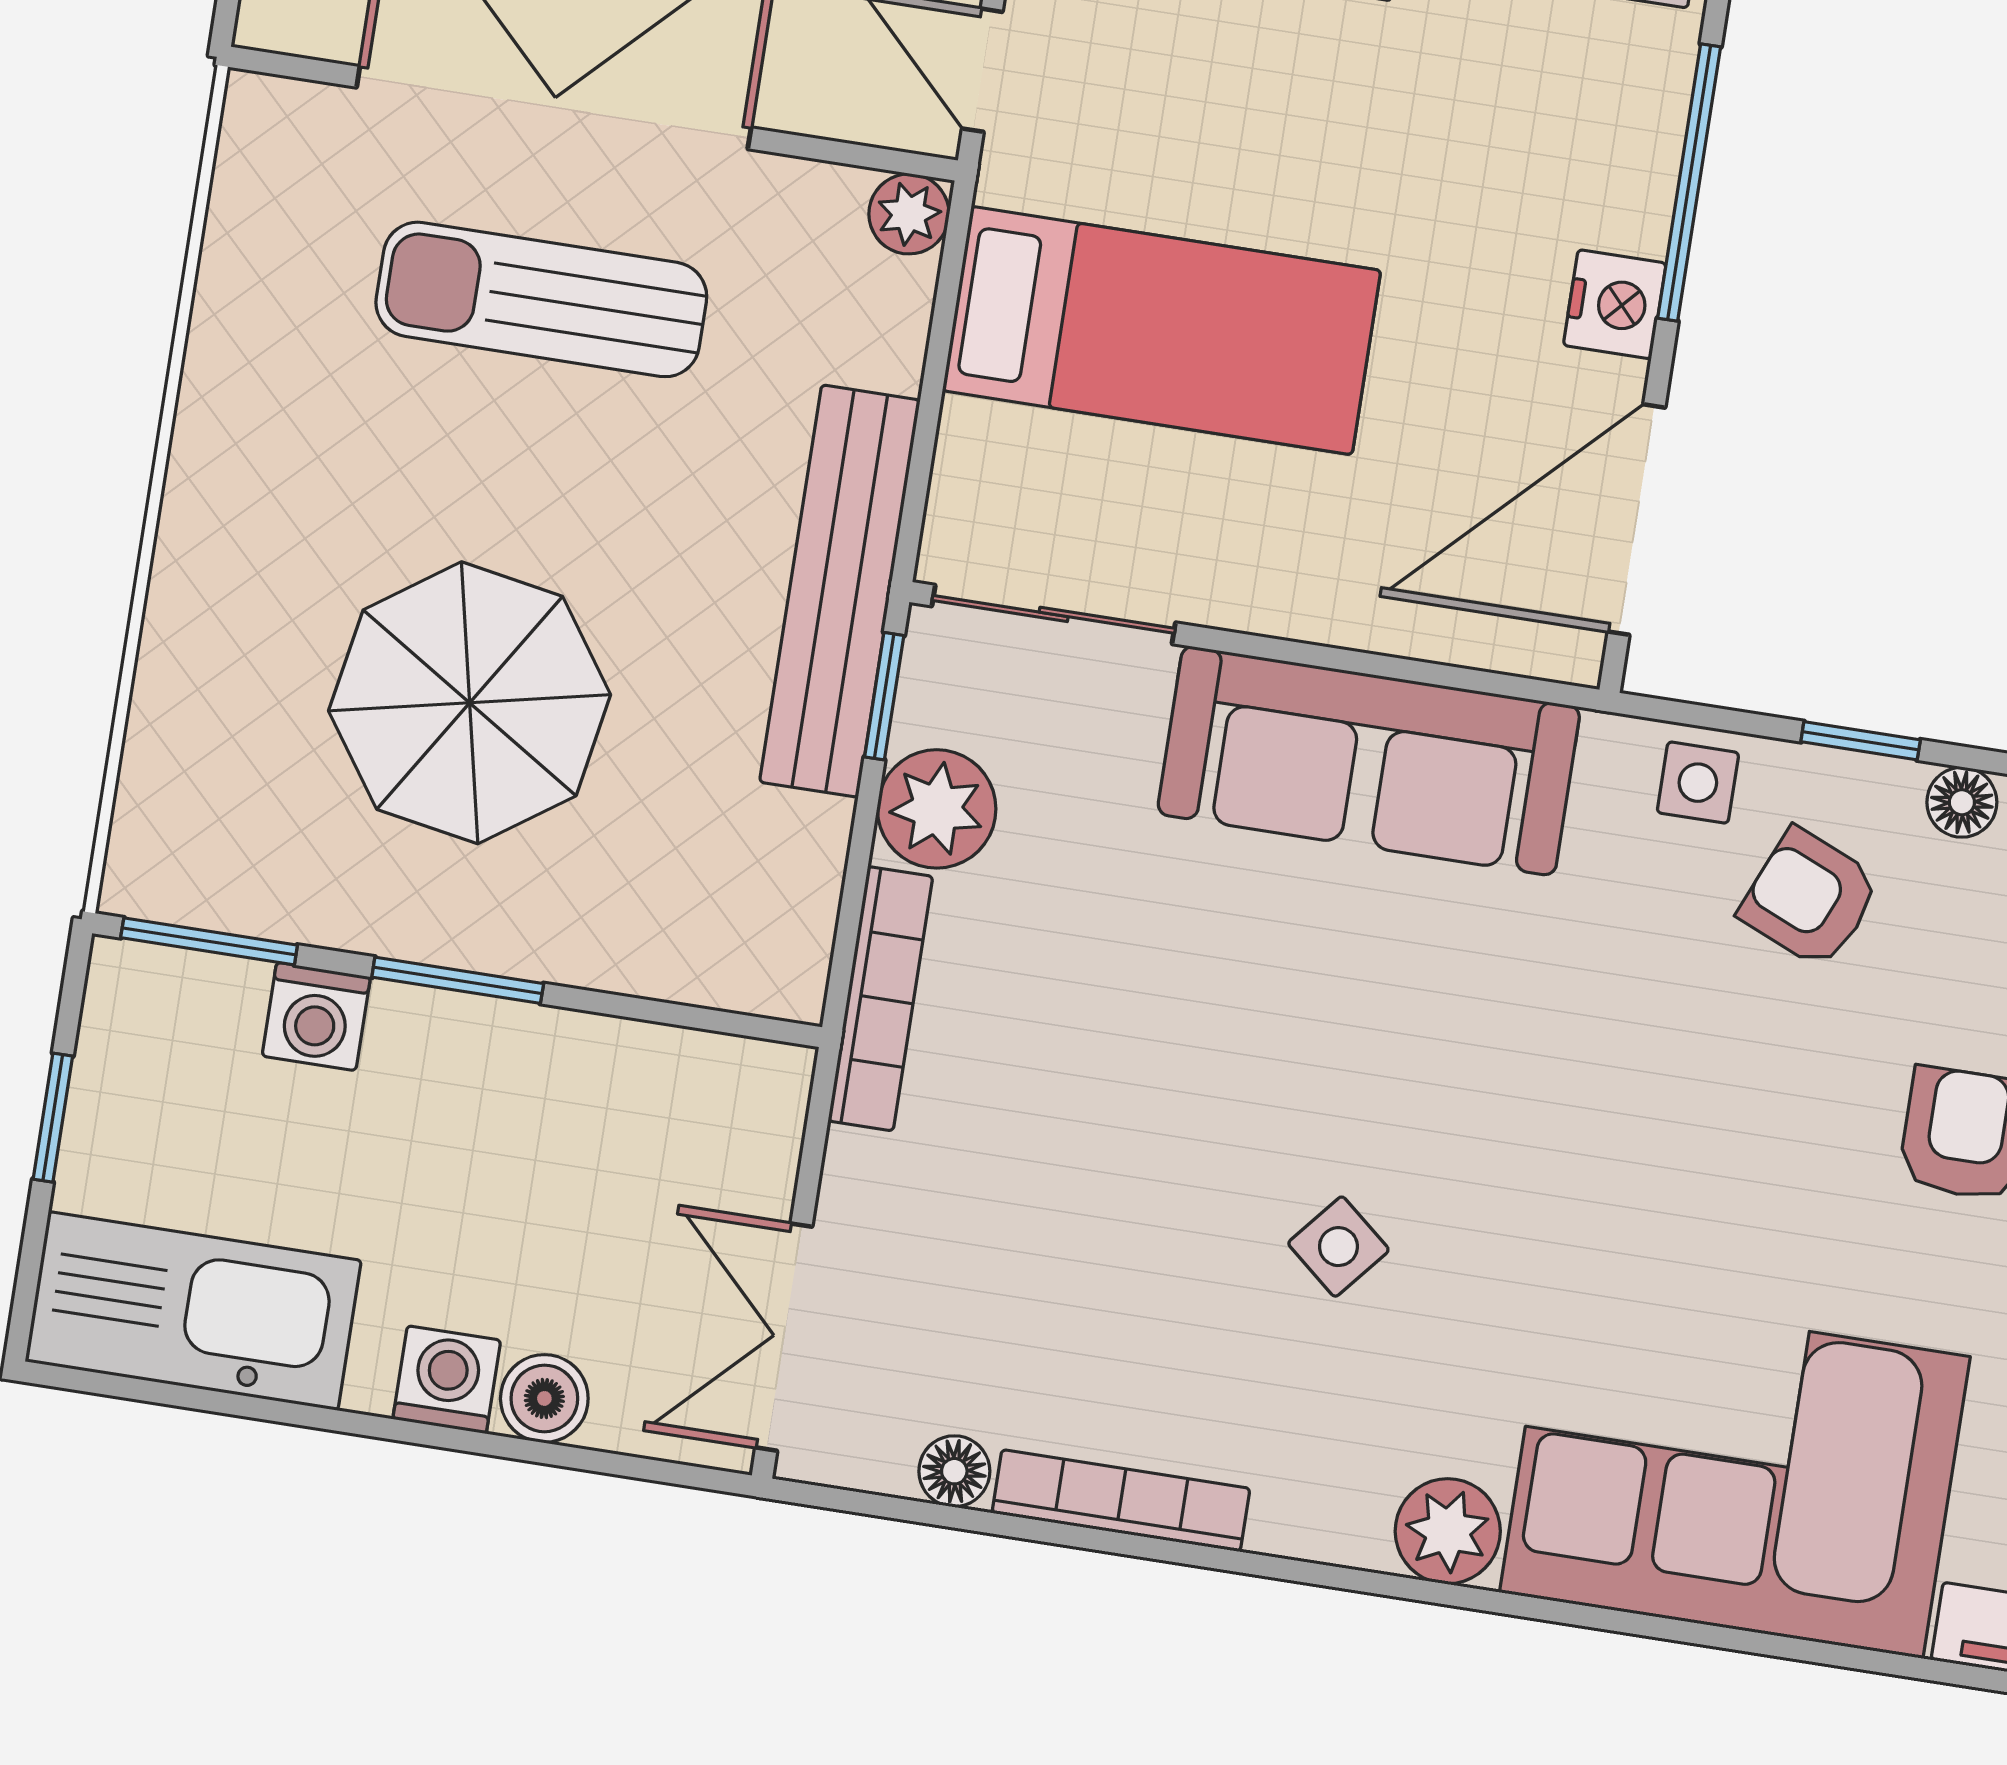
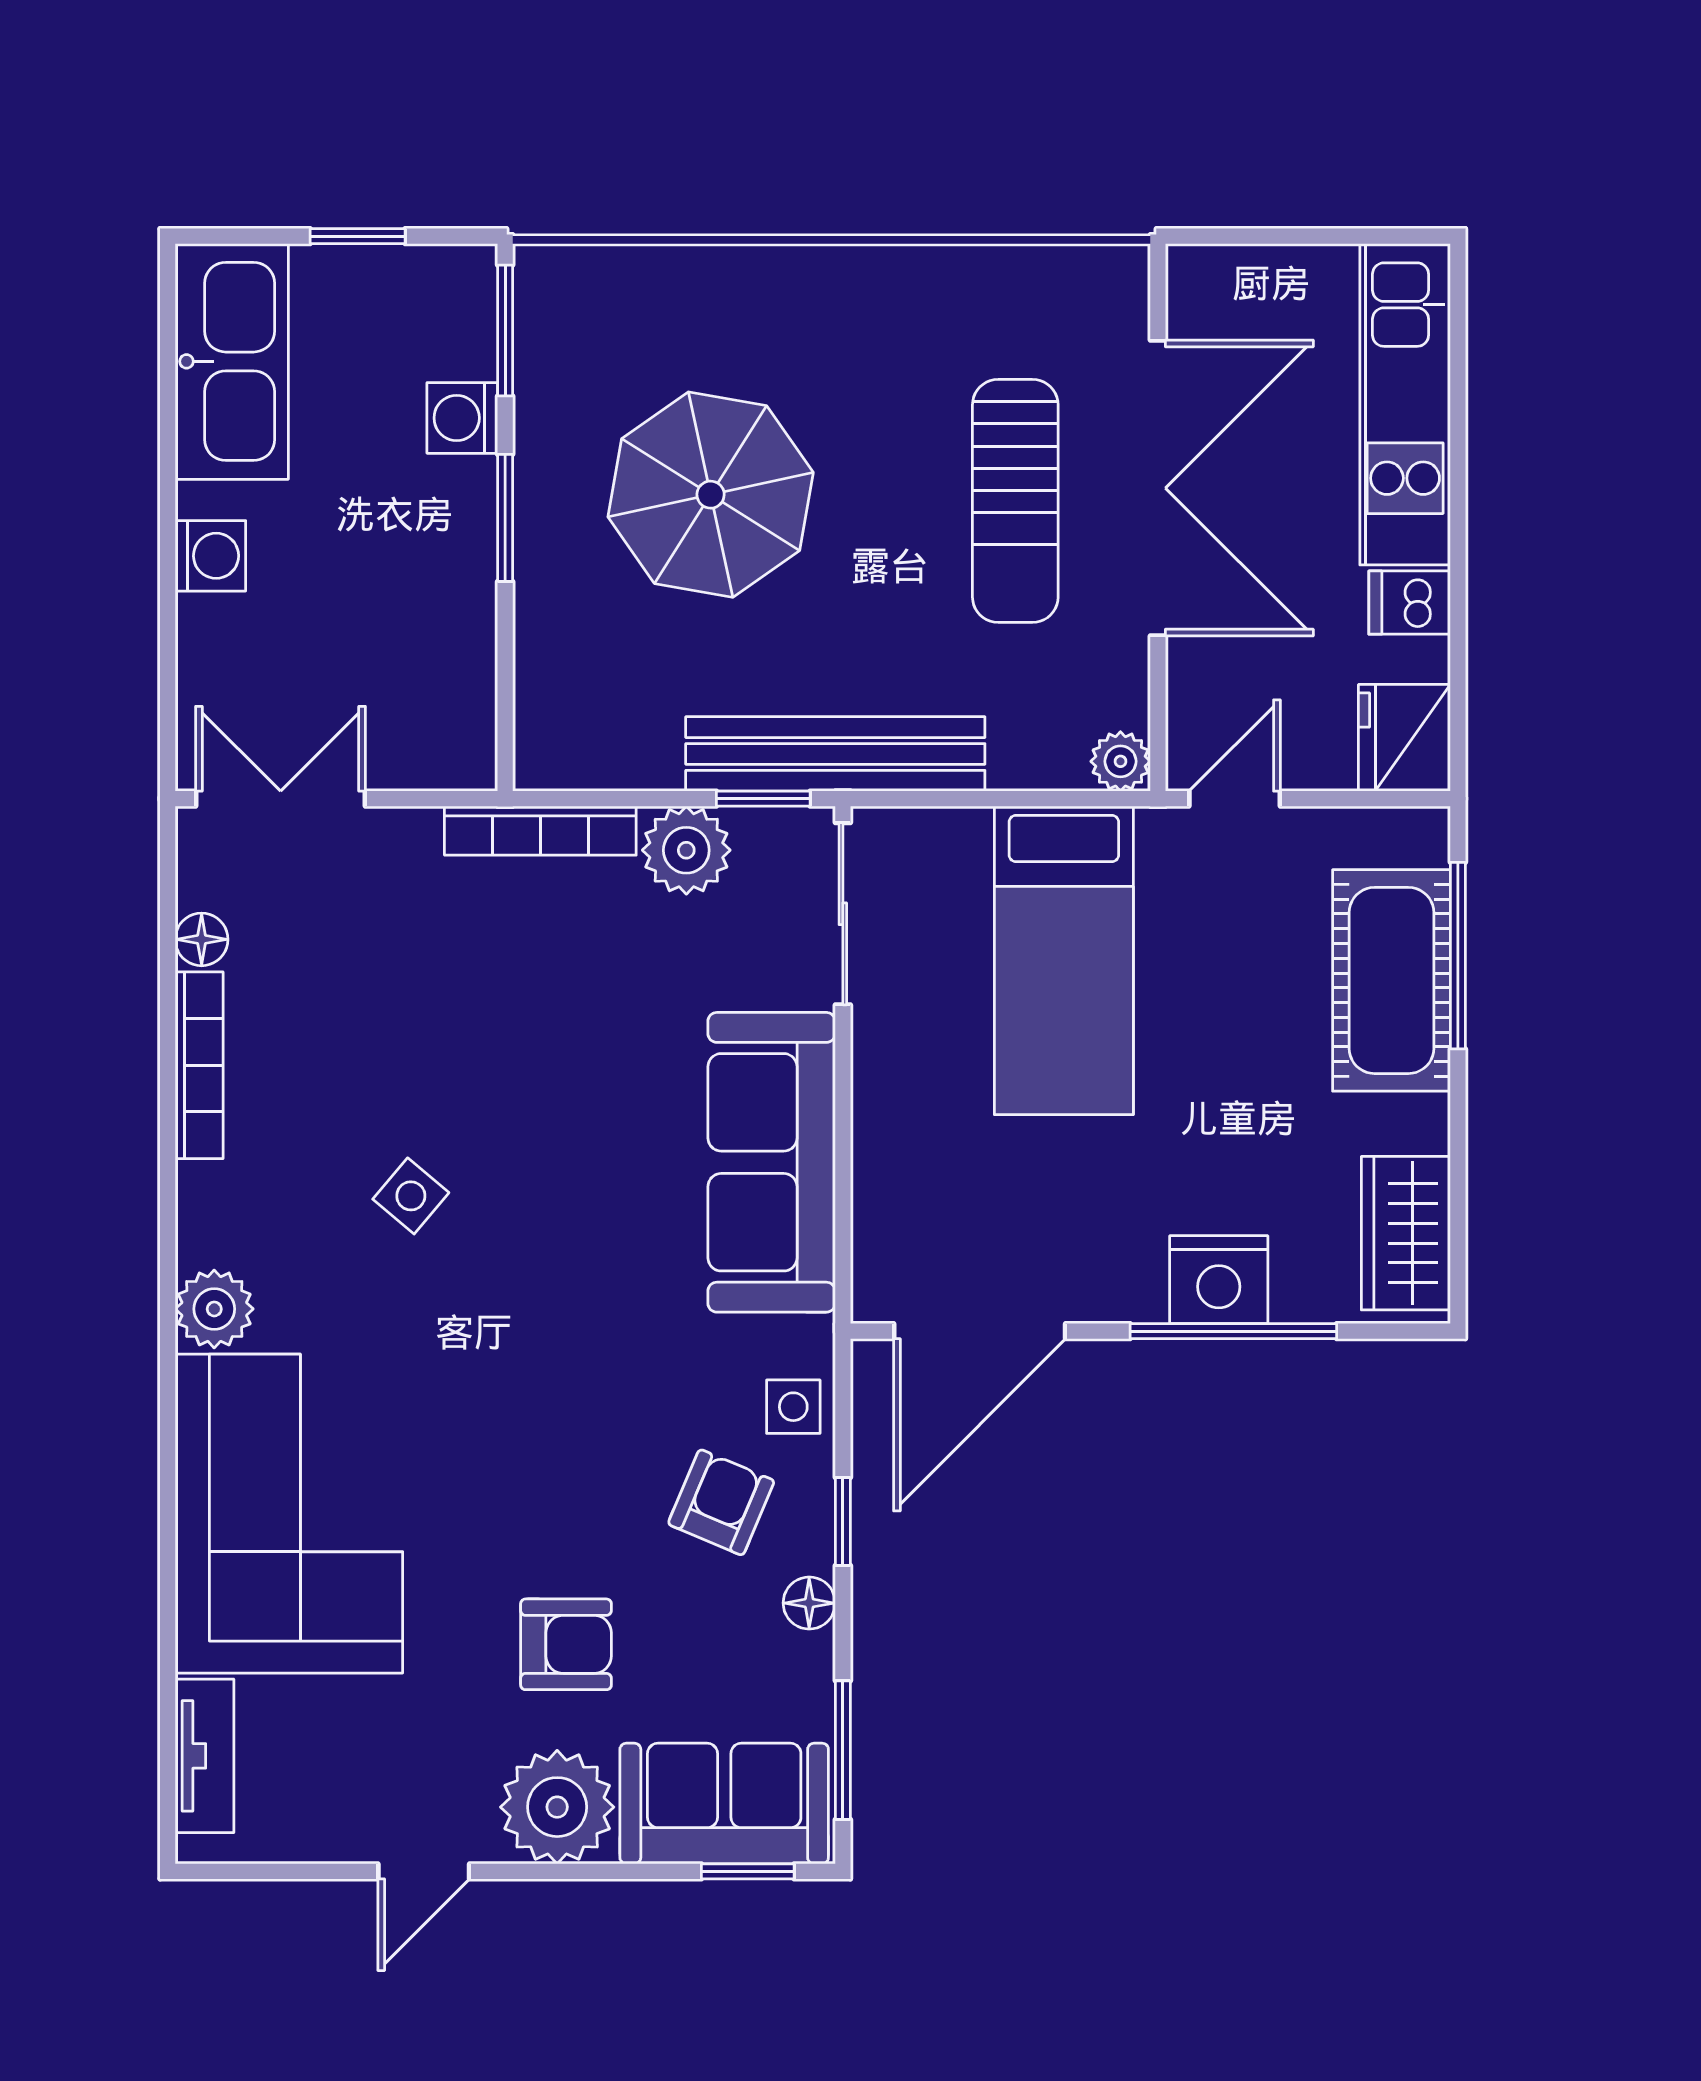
sun lounger: (541, 299) -> (1015, 501), turned 180
nightstand: (1615, 304) -> (1219, 1280), moved, width x1.36, depth x1.33
door: (1636, 520) -> (980, 1331), swing flipped
boiler: (544, 1398) -> (208, 630), removed

